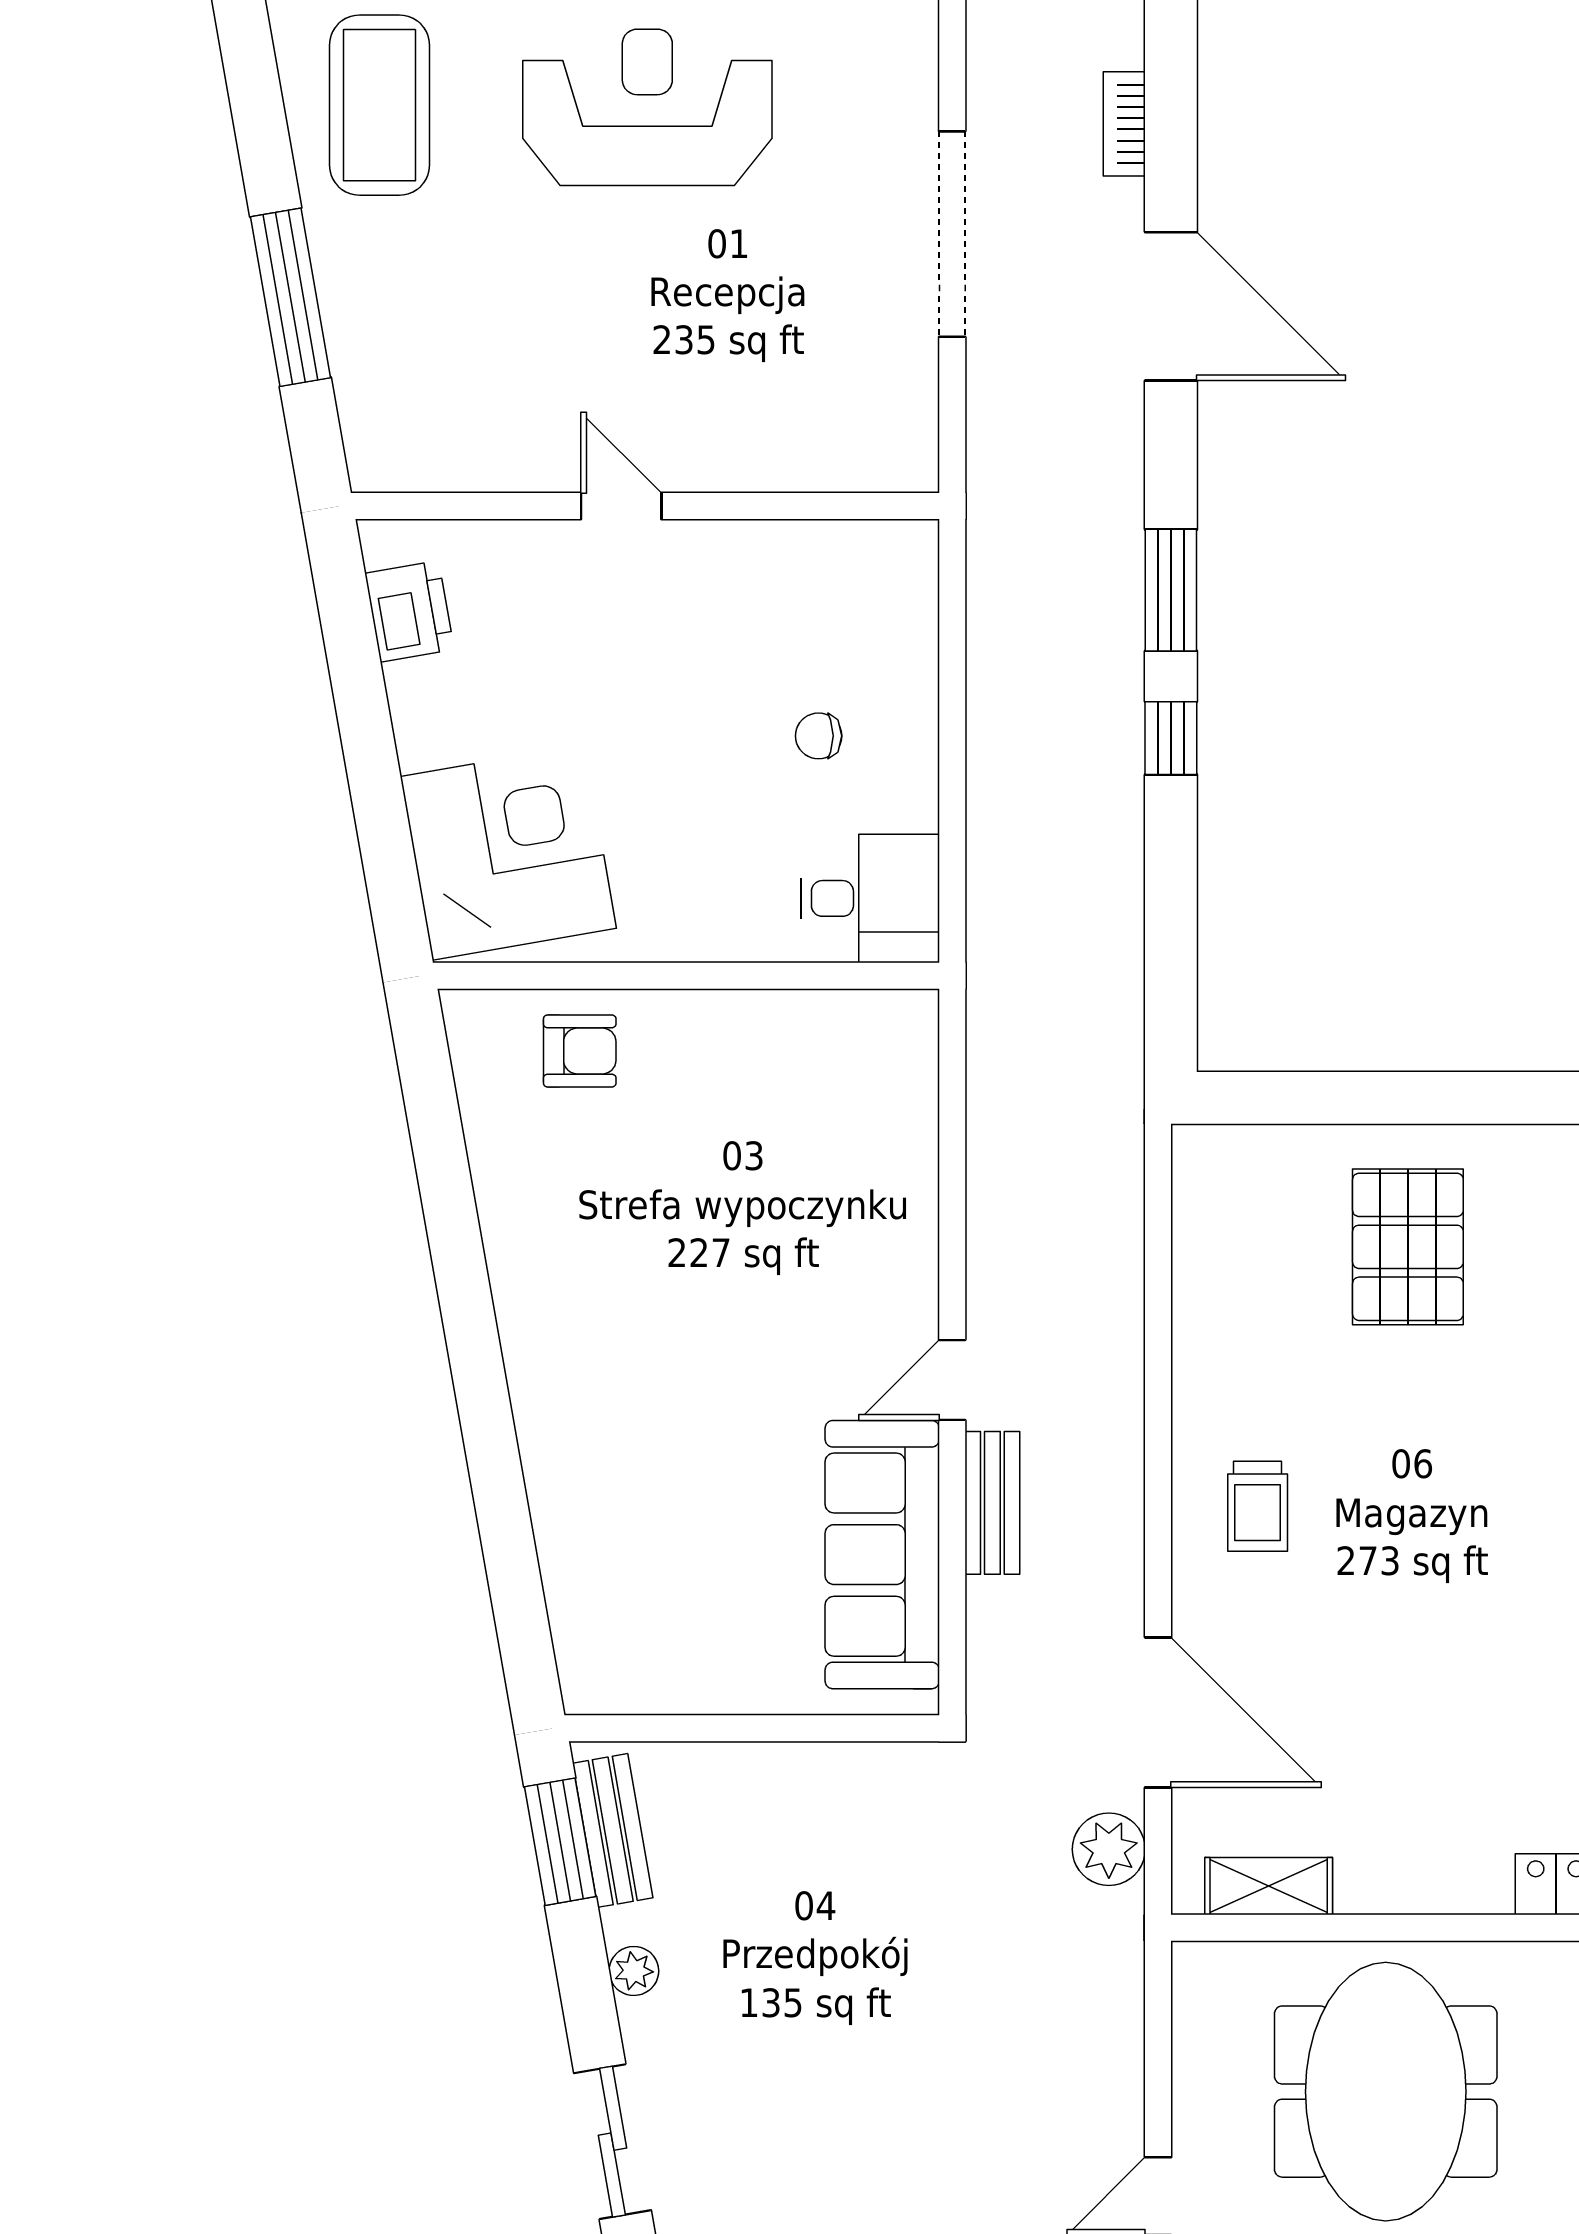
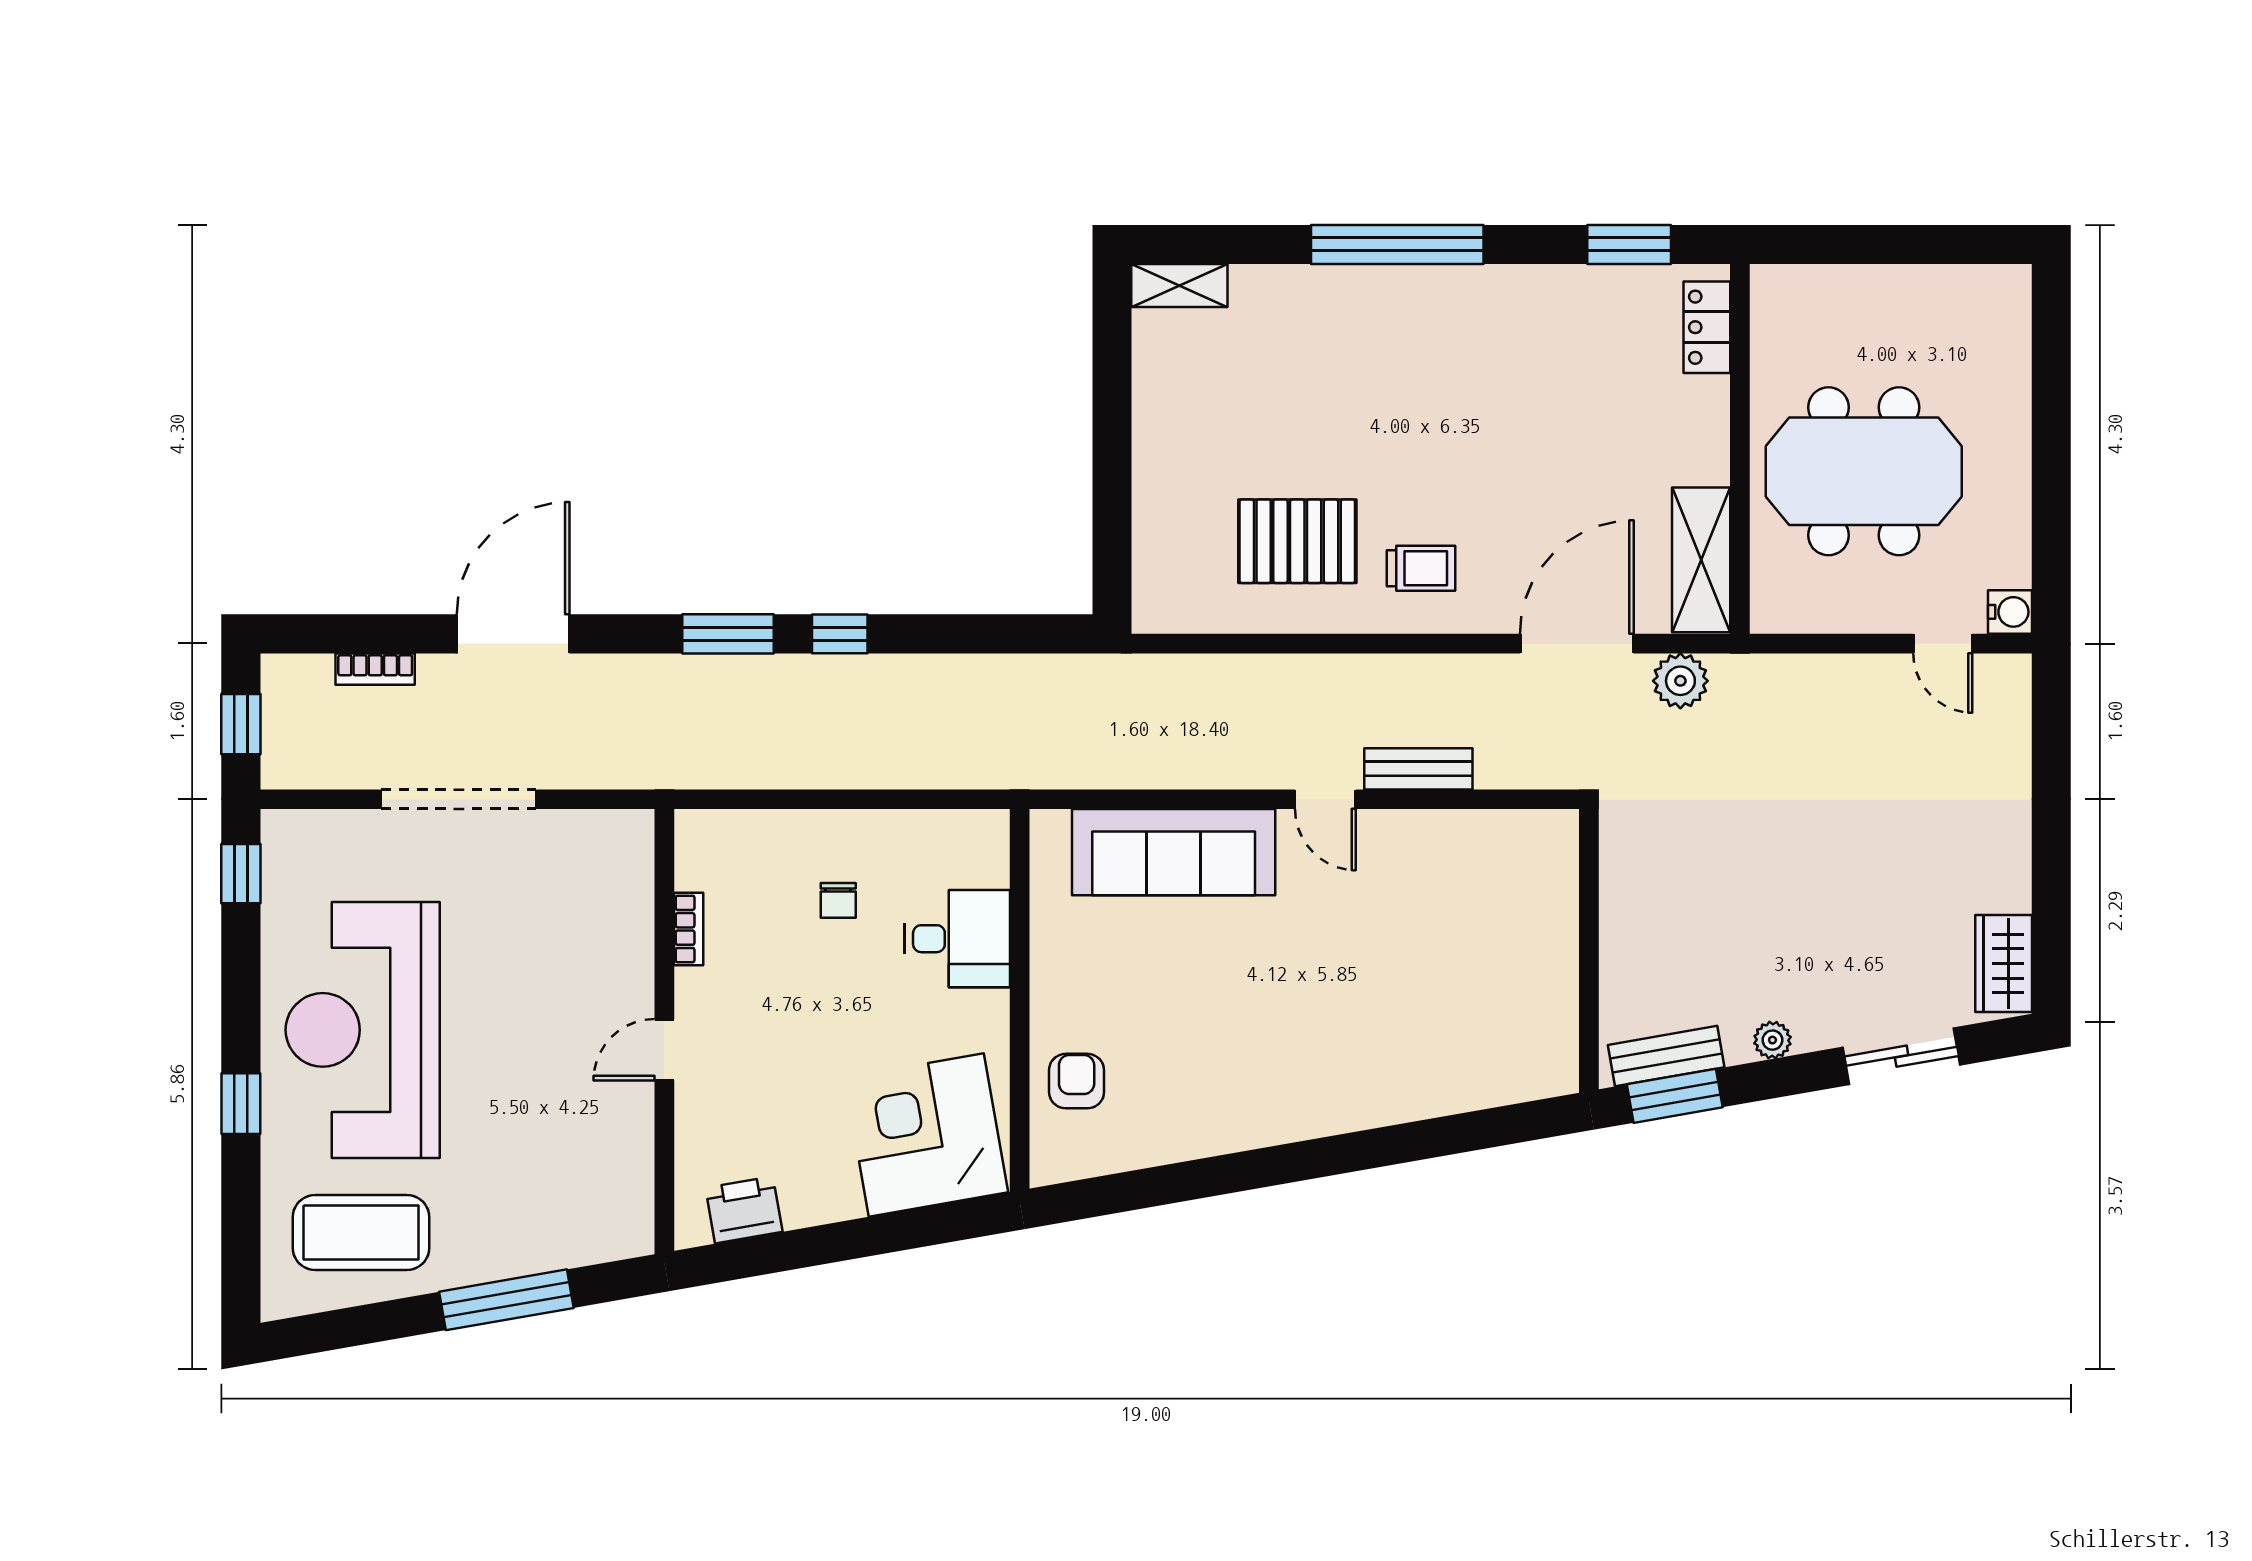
reception desk: (647, 107) -> (363, 1030), width x1.36, depth x1.30
bookcase: (781, 538) -> (689, 929), added
desk: (870, 898) -> (957, 939), moved, turned 90
pallet: (1408, 1247) -> (1297, 541), moved
sofa: (882, 1555) -> (1174, 852), moved
shelving: (1269, 1886) -> (1701, 560), width x1.50, depth x1.33

